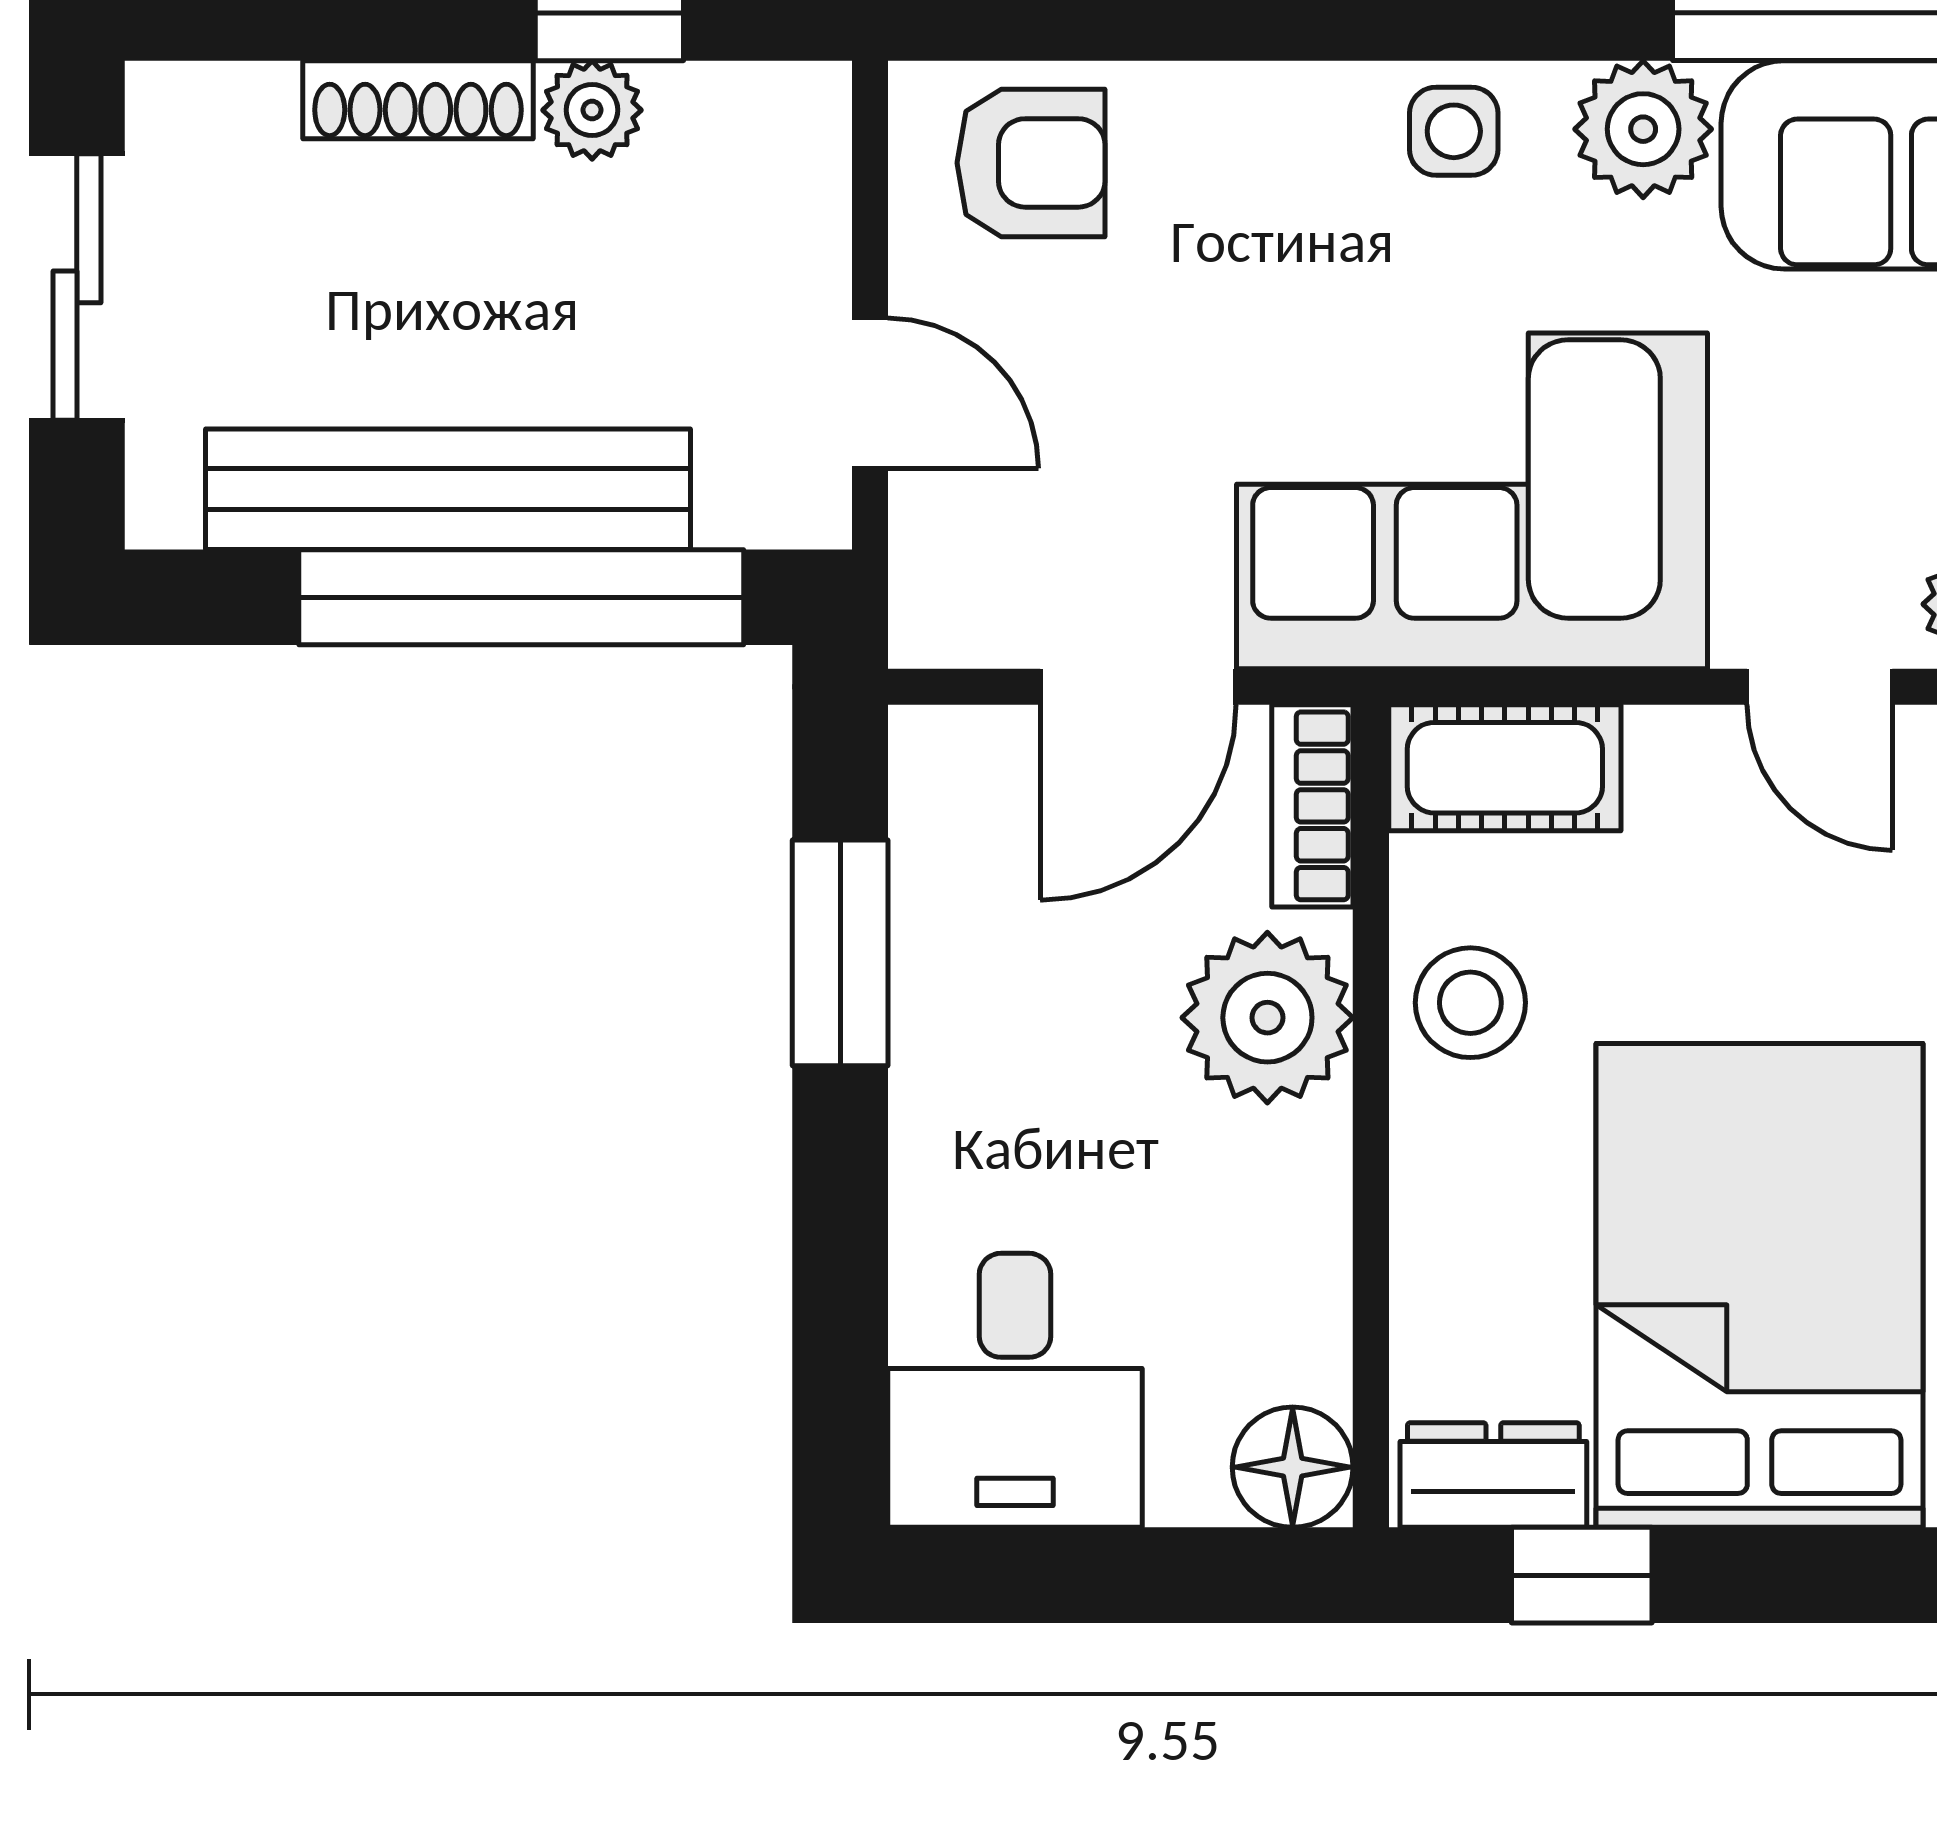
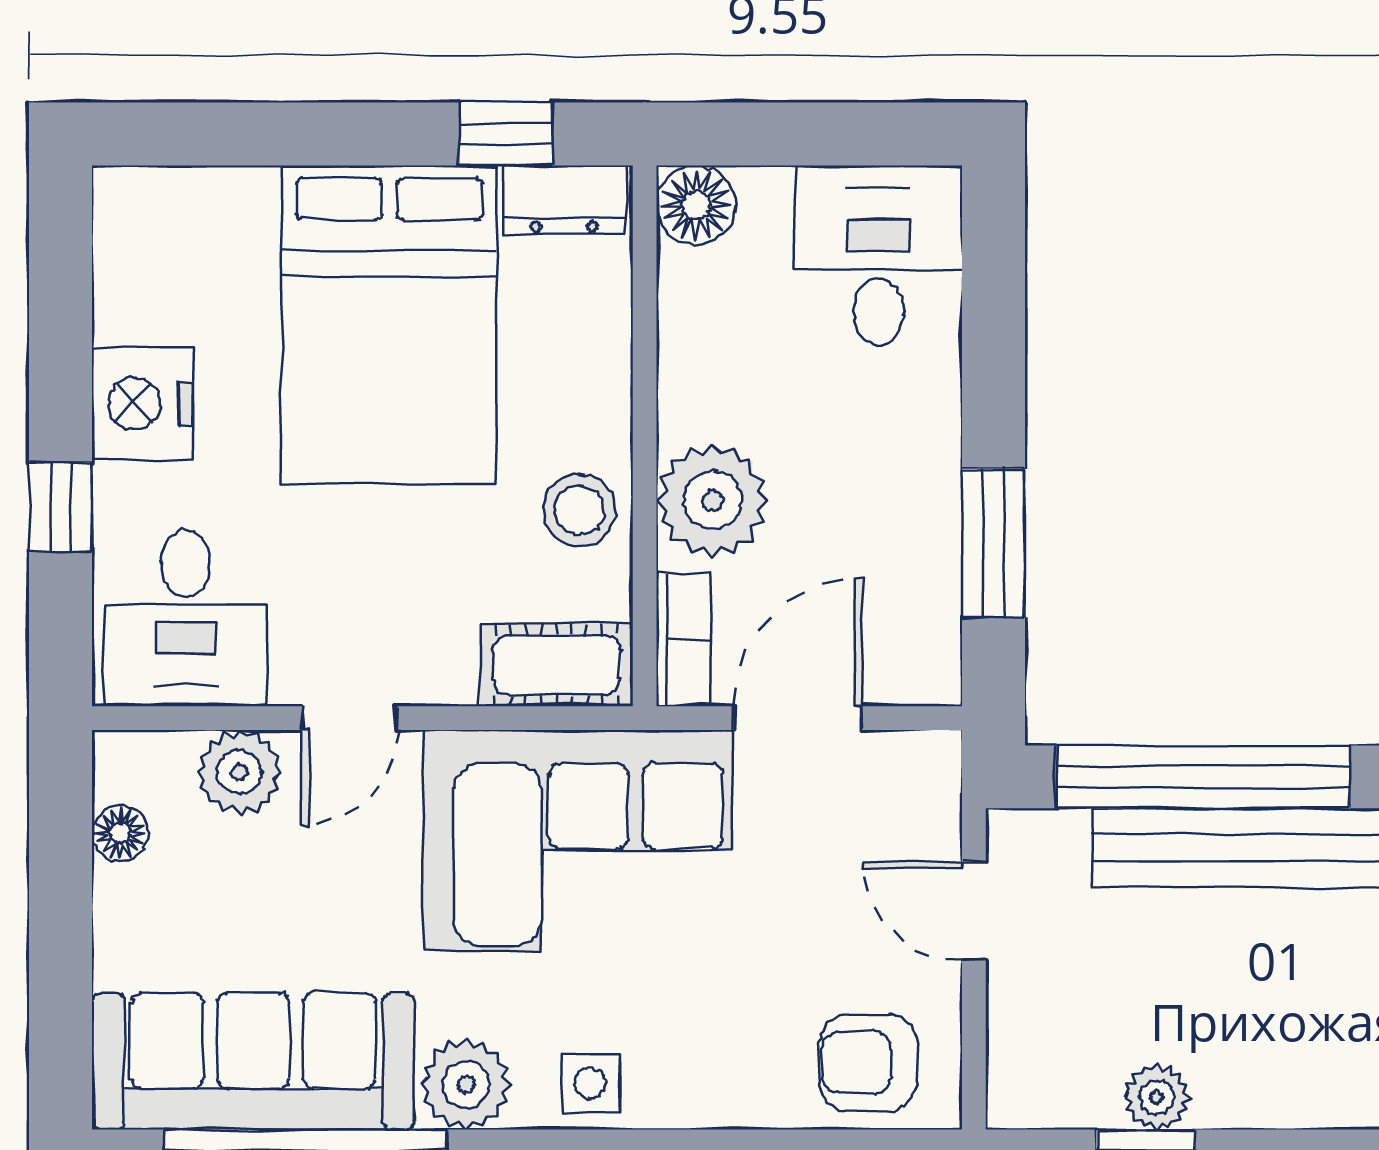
shoe rack: (418, 100) -> (1271, 1104), removed
door: (1820, 687) -> (350, 718), swing flipped

